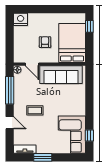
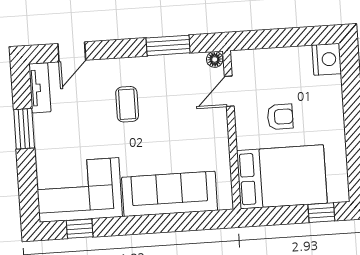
sofa: (61, 75) -> (170, 194), moved, turned 90
window: (10, 90) -> (168, 45), width x0.69
door: (10, 123) -> (72, 52), moved

